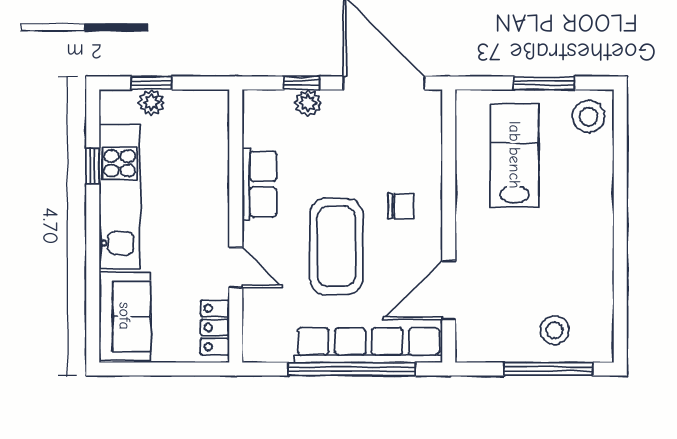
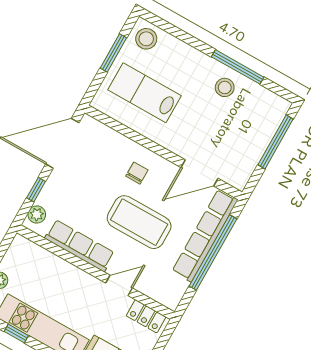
plant: (308, 103) -> (37, 214), moved
row of seats: (259, 184) -> (80, 246), width x1.48
window: (620, 261) -> (238, 67), added
door: (449, 290) -> (200, 173), hinge flipped
stool: (554, 330) -> (225, 87), moved

